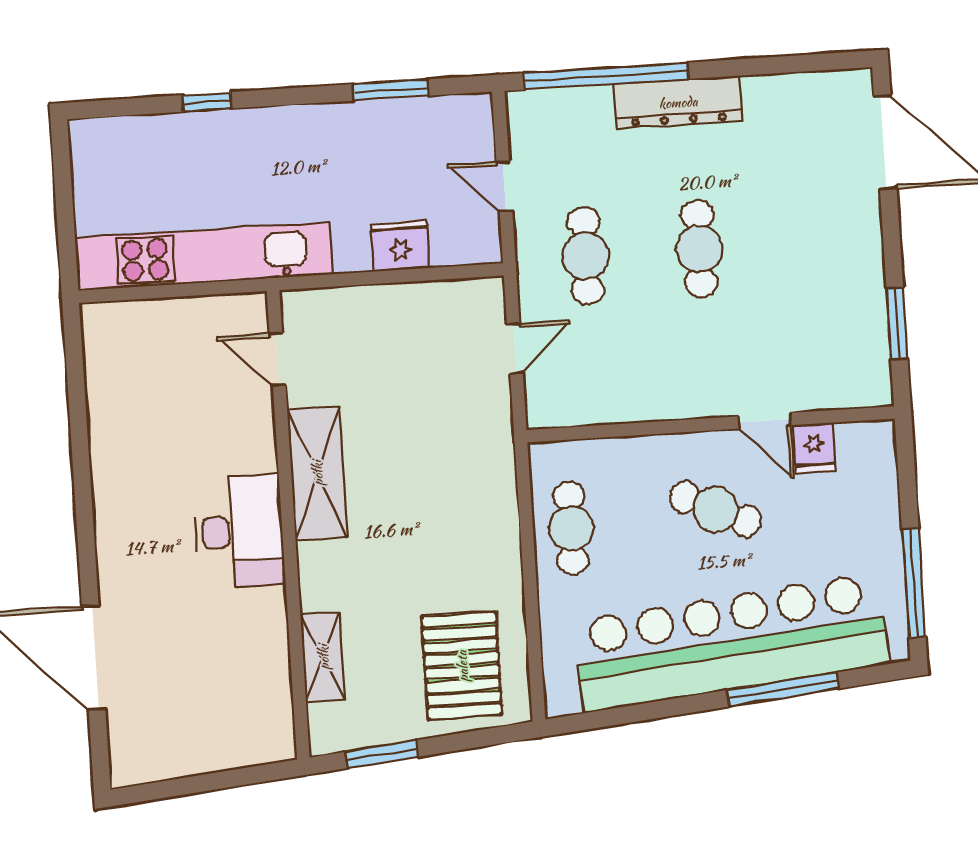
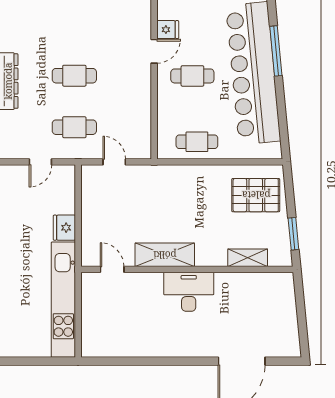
fridge: (400, 246) -> (64, 228), moved
door: (278, 359) -> (112, 269), swing flipped
cafe table: (715, 509) -> (192, 76), turned 65

